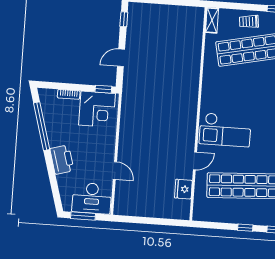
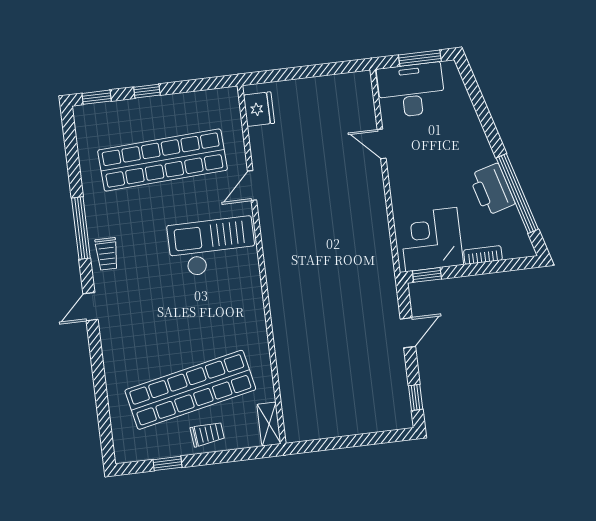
printer: (62, 160) -> (492, 189), moved
fridge: (183, 189) -> (259, 109), moved

